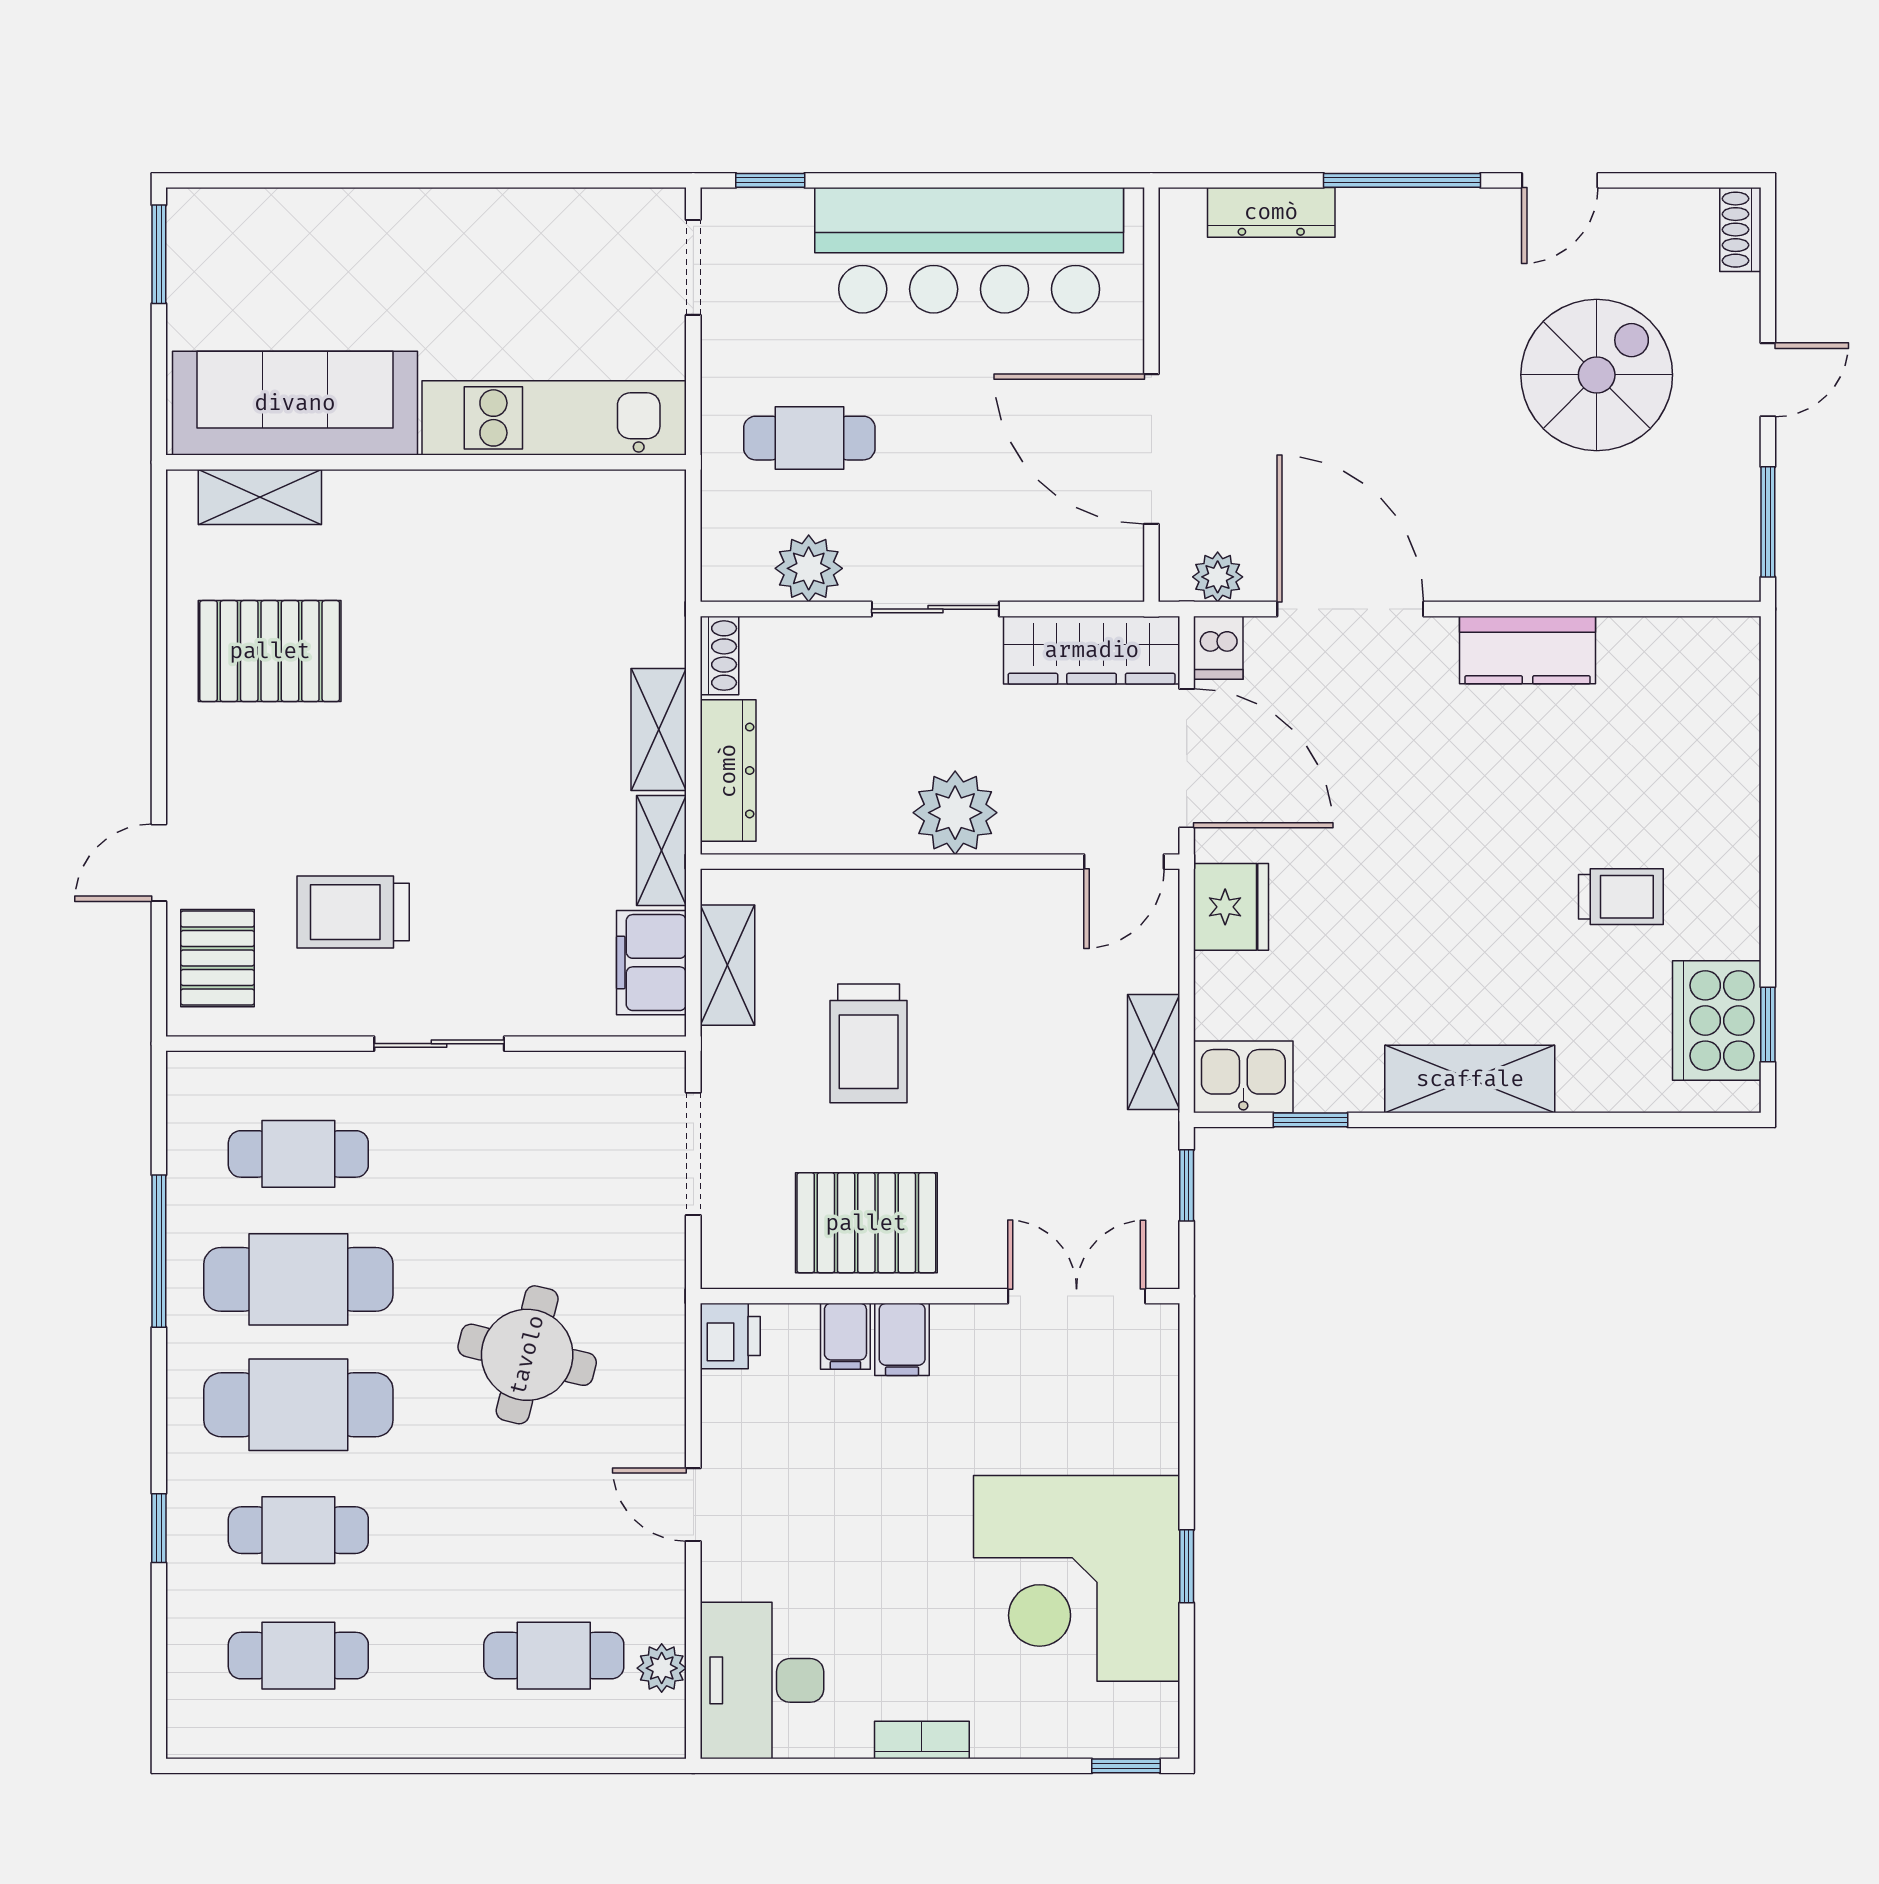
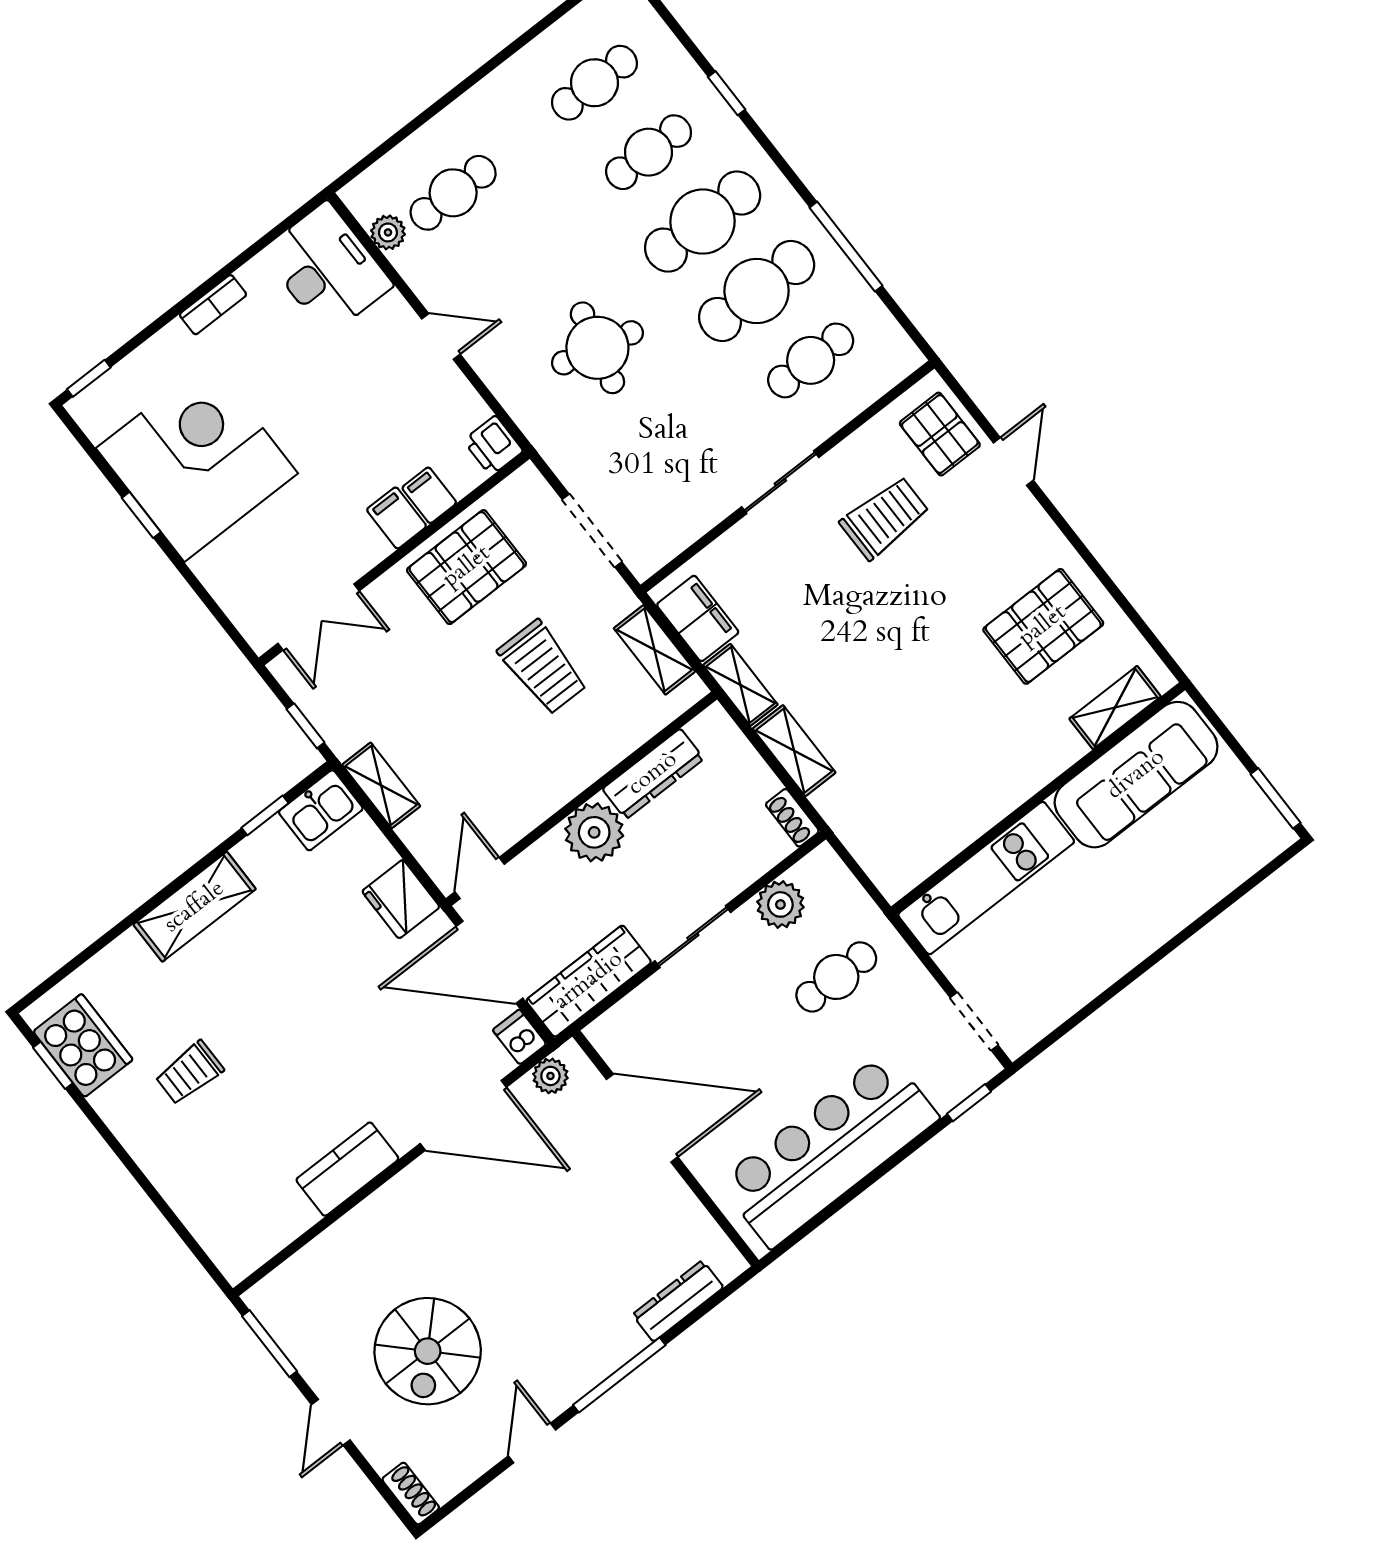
dresser: (728, 771) -> (653, 774), moved, turned -90
trolley: (869, 1043) -> (543, 667), turned 180

